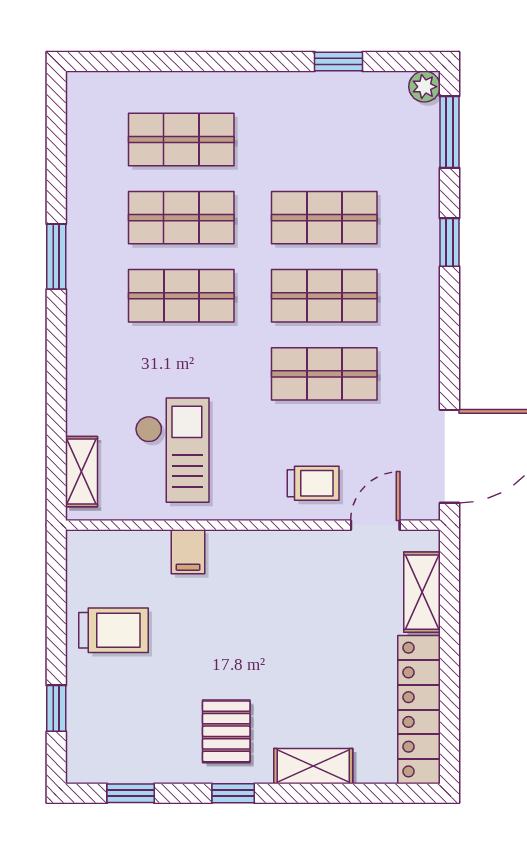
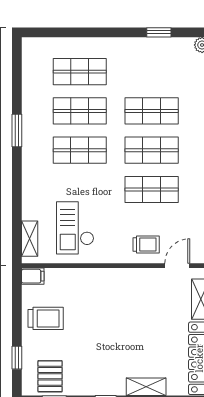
checkout: (172, 450) -> (75, 228), turned 180
filing cabinet: (188, 552) -> (33, 276), moved, turned -90
pallet: (226, 731) -> (50, 376), moved

